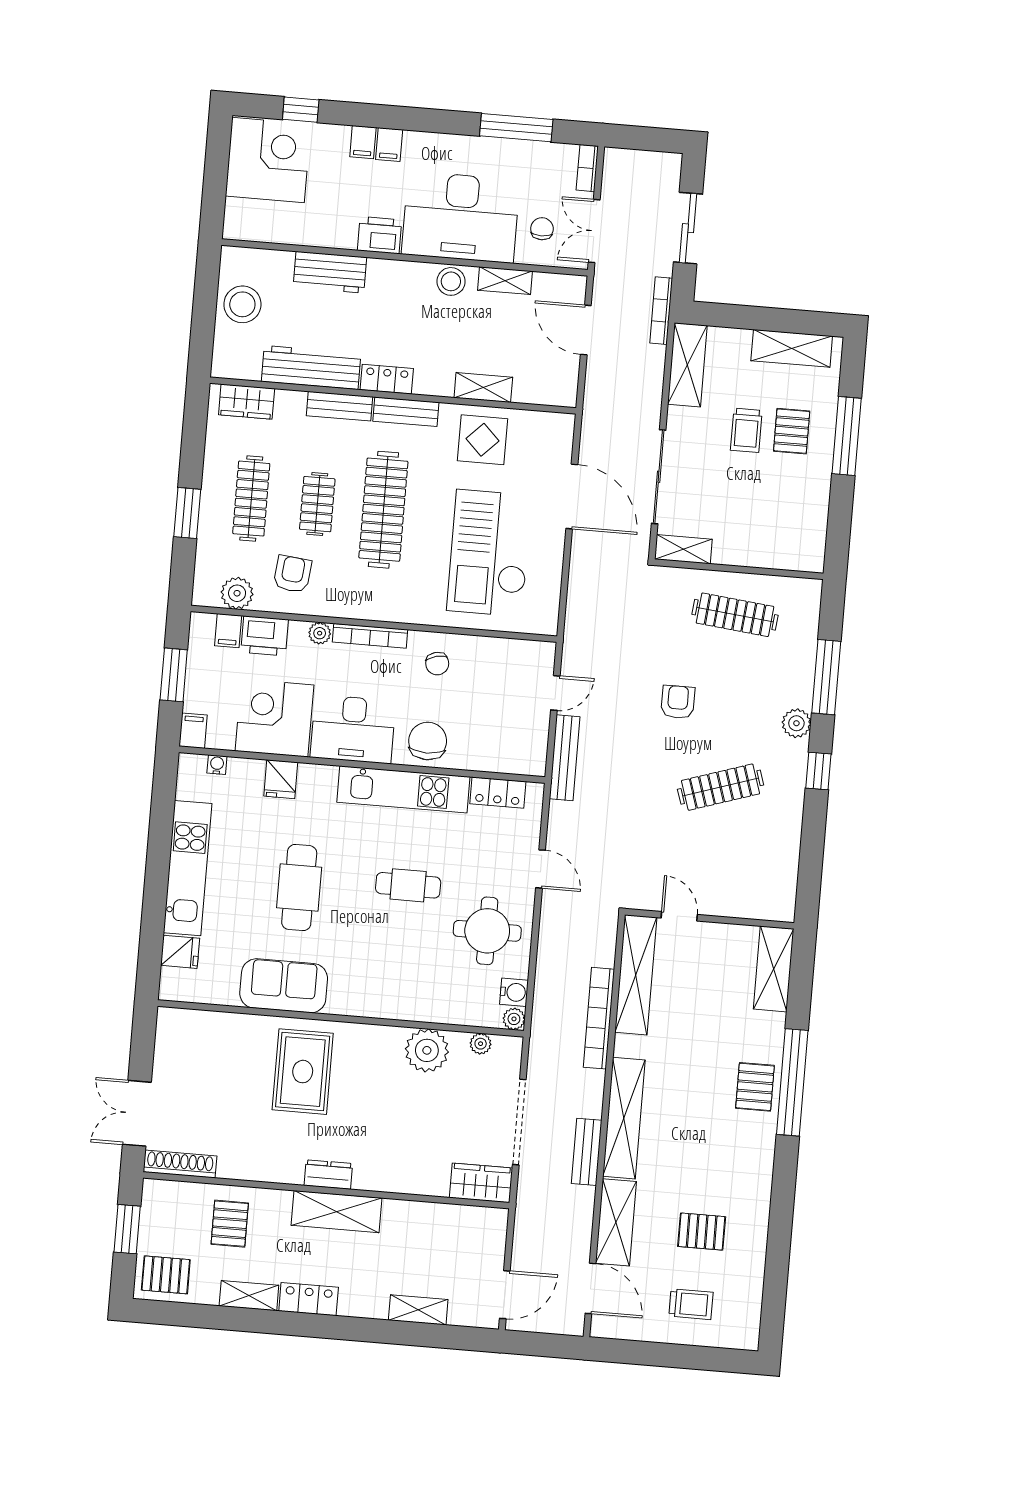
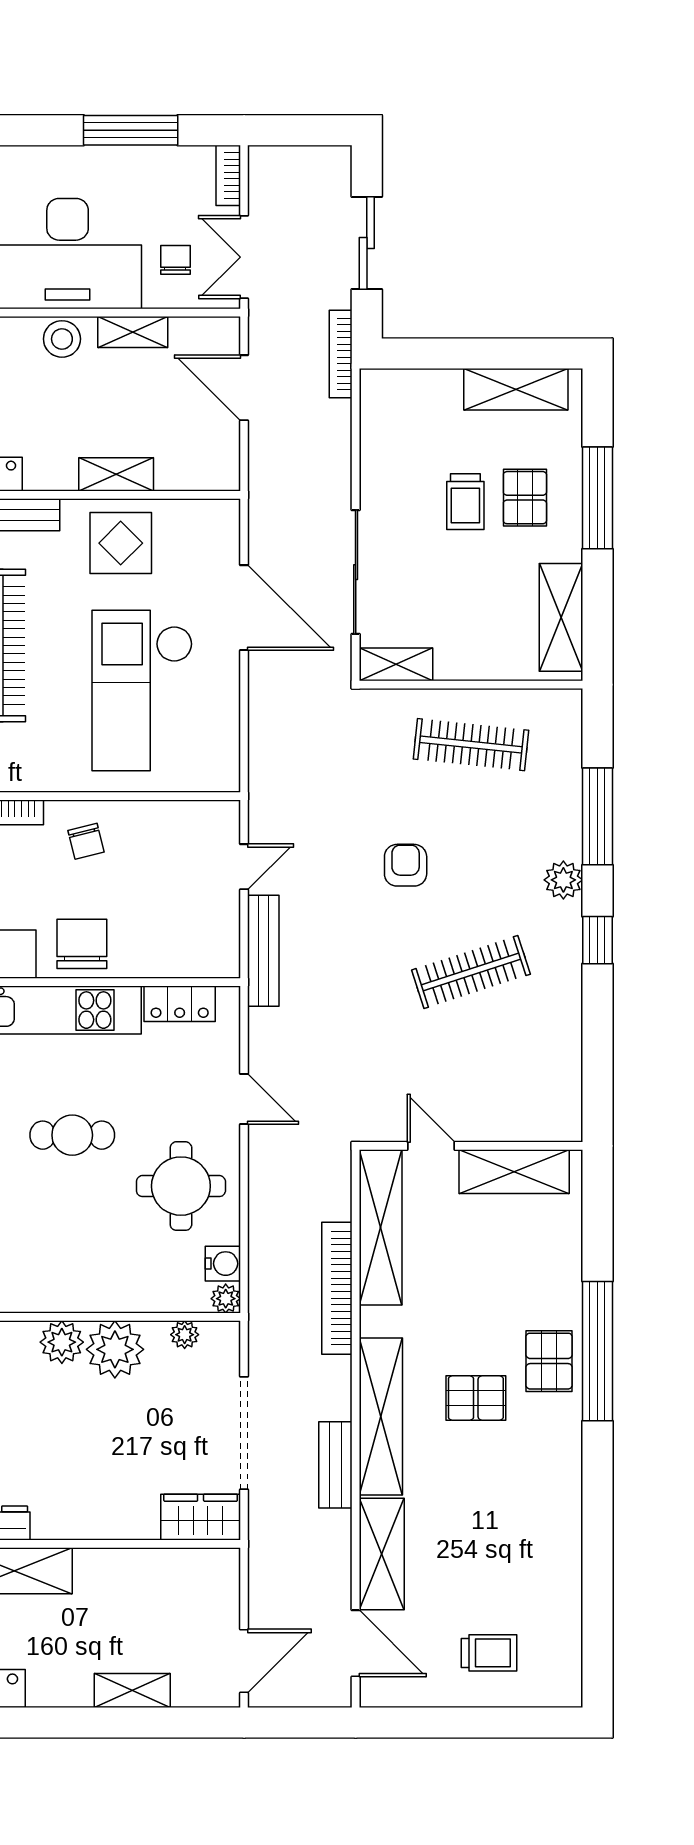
shelving: (687, 365) -> (561, 617), moved
shelving: (774, 969) -> (514, 1172), moved, turned 90
plant: (387, 1042) -> (62, 1342), added
pallet: (702, 1232) -> (476, 1398), moved

